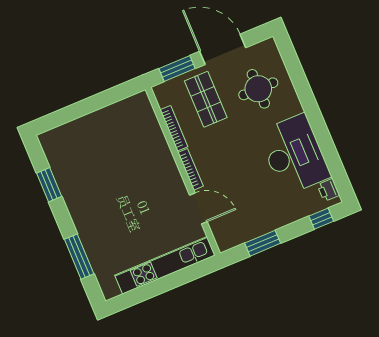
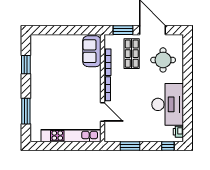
sofa: (143, 121) -> (92, 51), added

